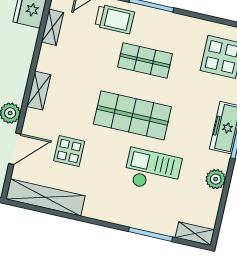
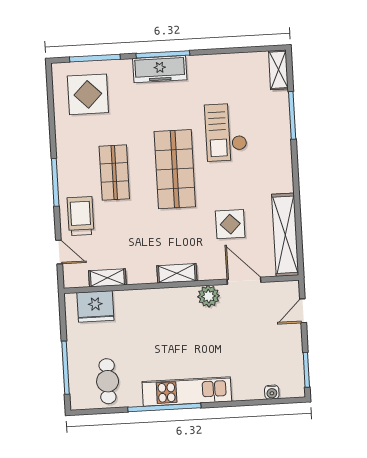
plant: (216, 179) -> (216, 64), removed

